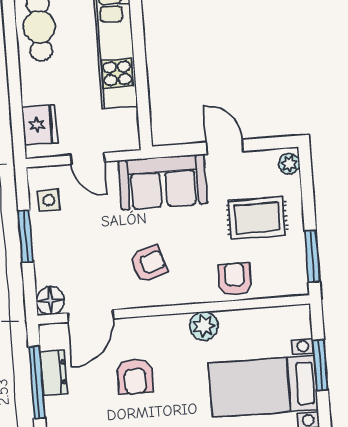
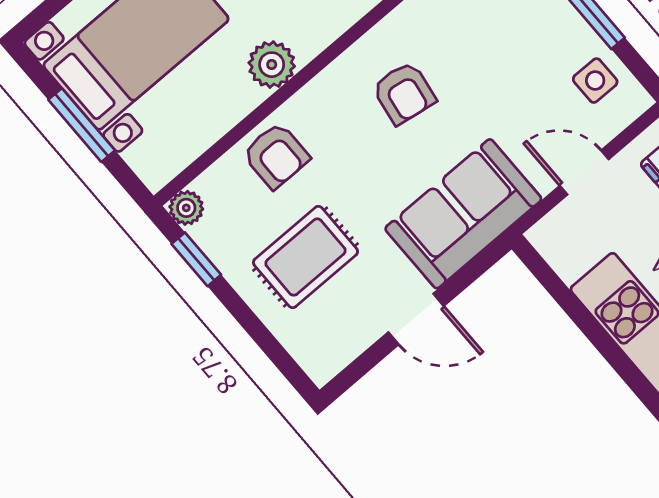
plant: (289, 164) -> (186, 208), moved
window: (312, 256) -> (196, 259), width x0.67
armchair: (148, 264) -> (404, 93), turned -63

